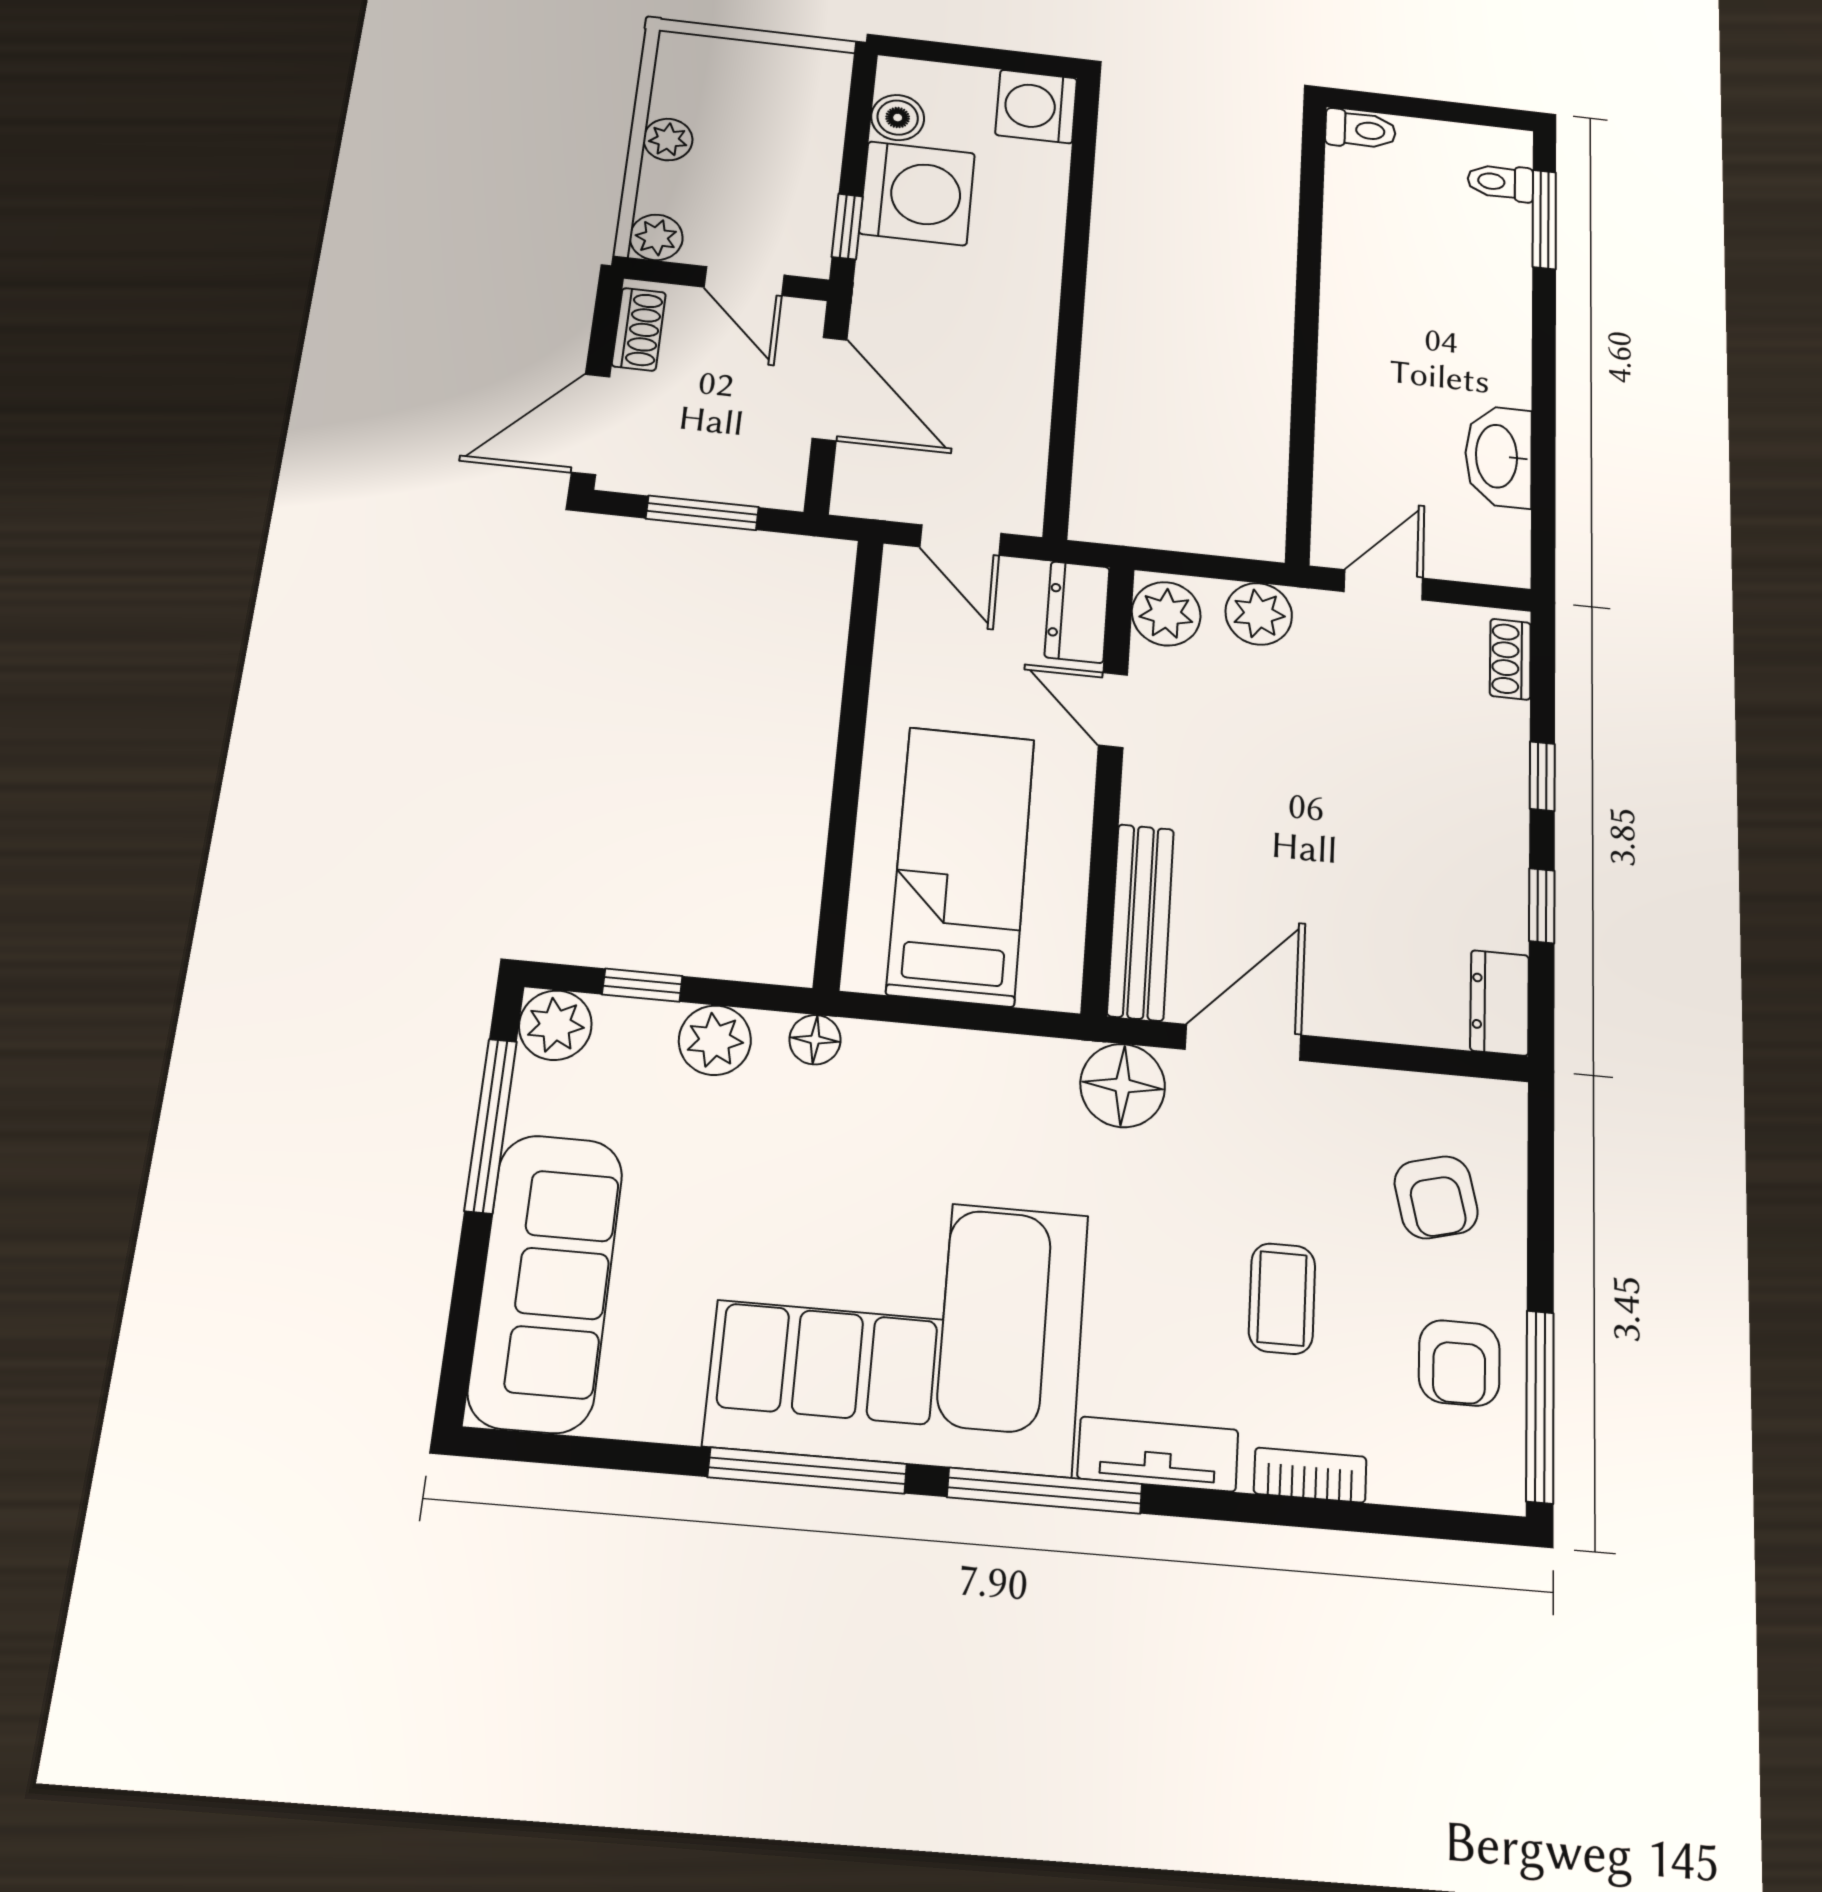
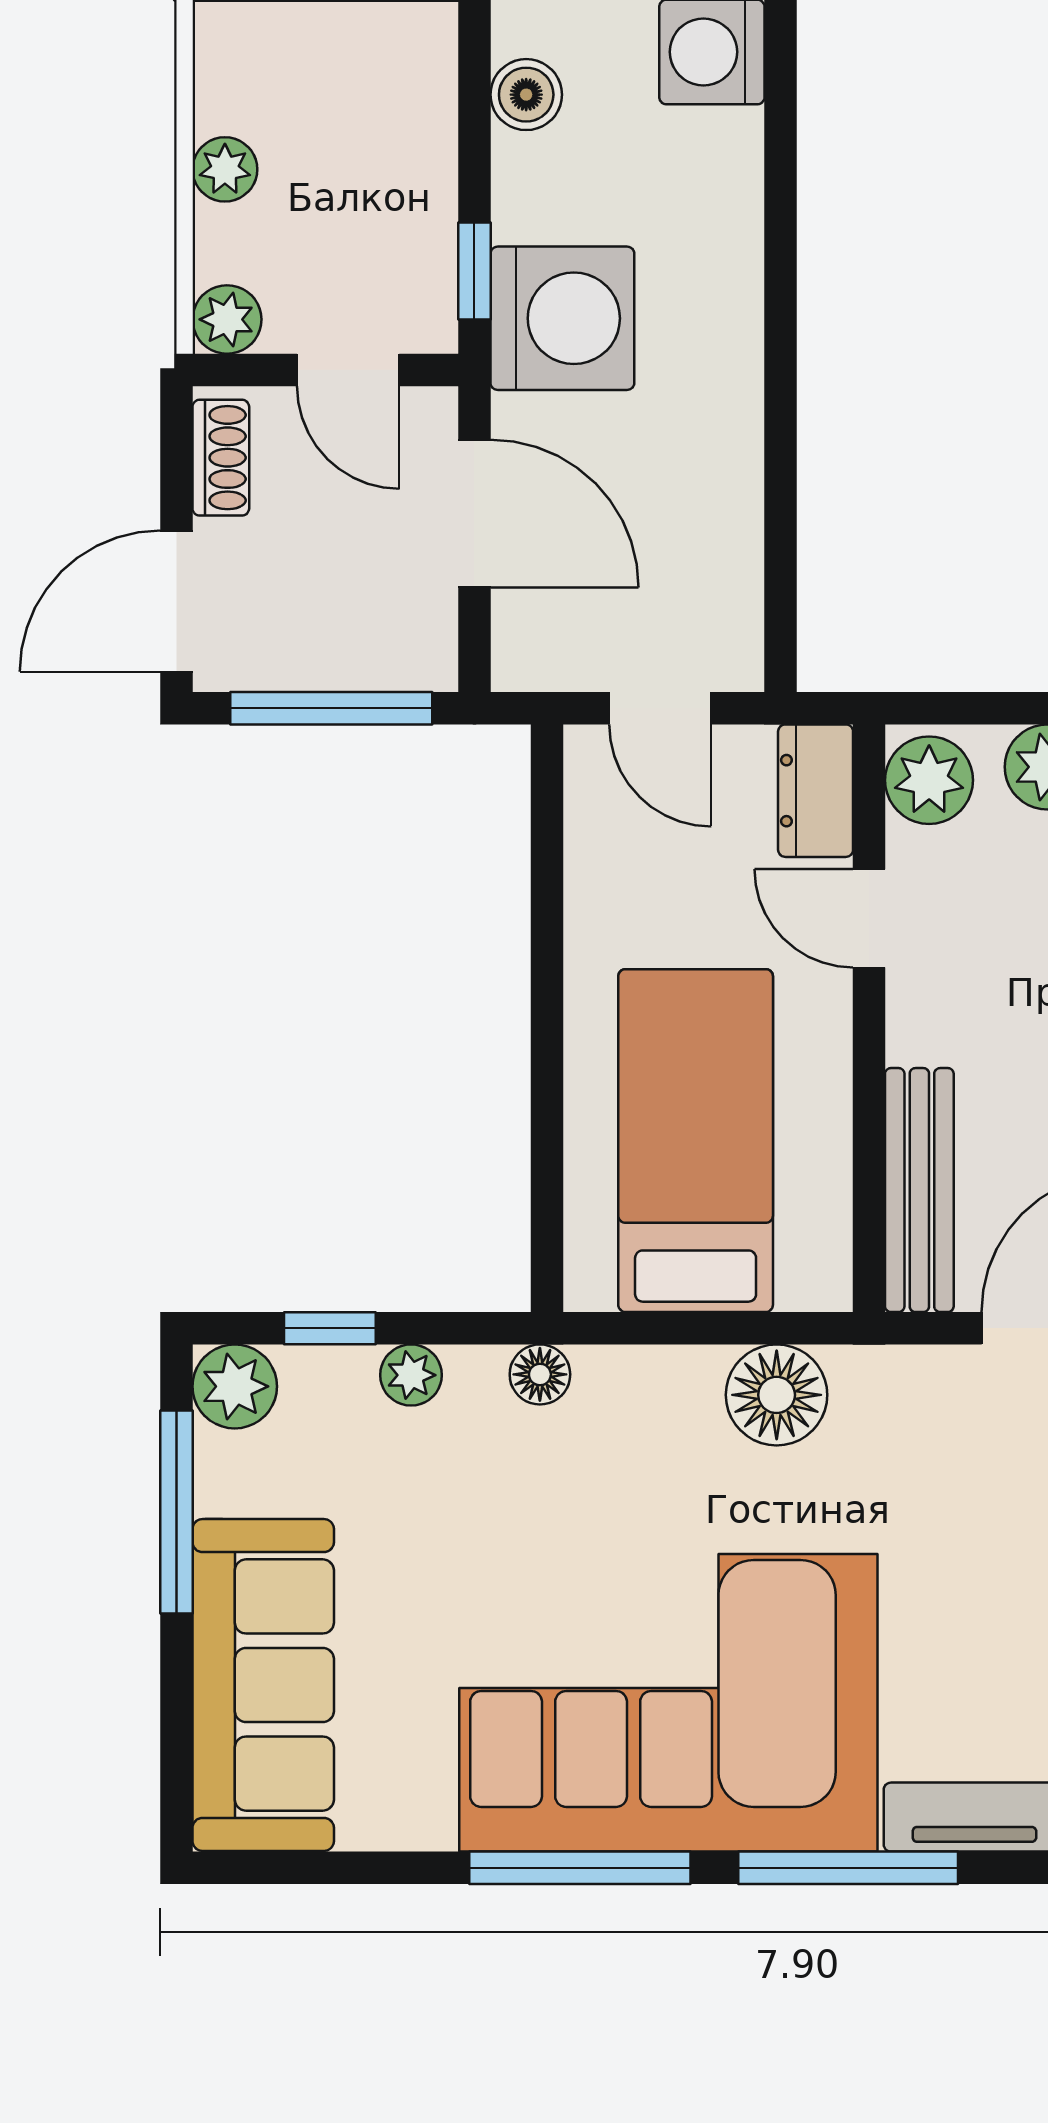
washing machine: (917, 193) -> (562, 318), moved
window: (702, 513) -> (331, 708), width x1.44
plant: (715, 1040) -> (411, 1375), width x0.73, depth x0.73
floor lamp: (1123, 1086) -> (777, 1395), moved

